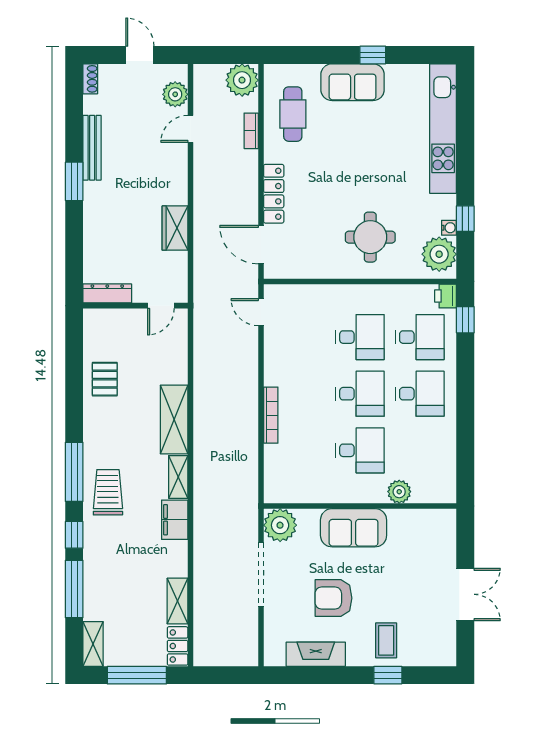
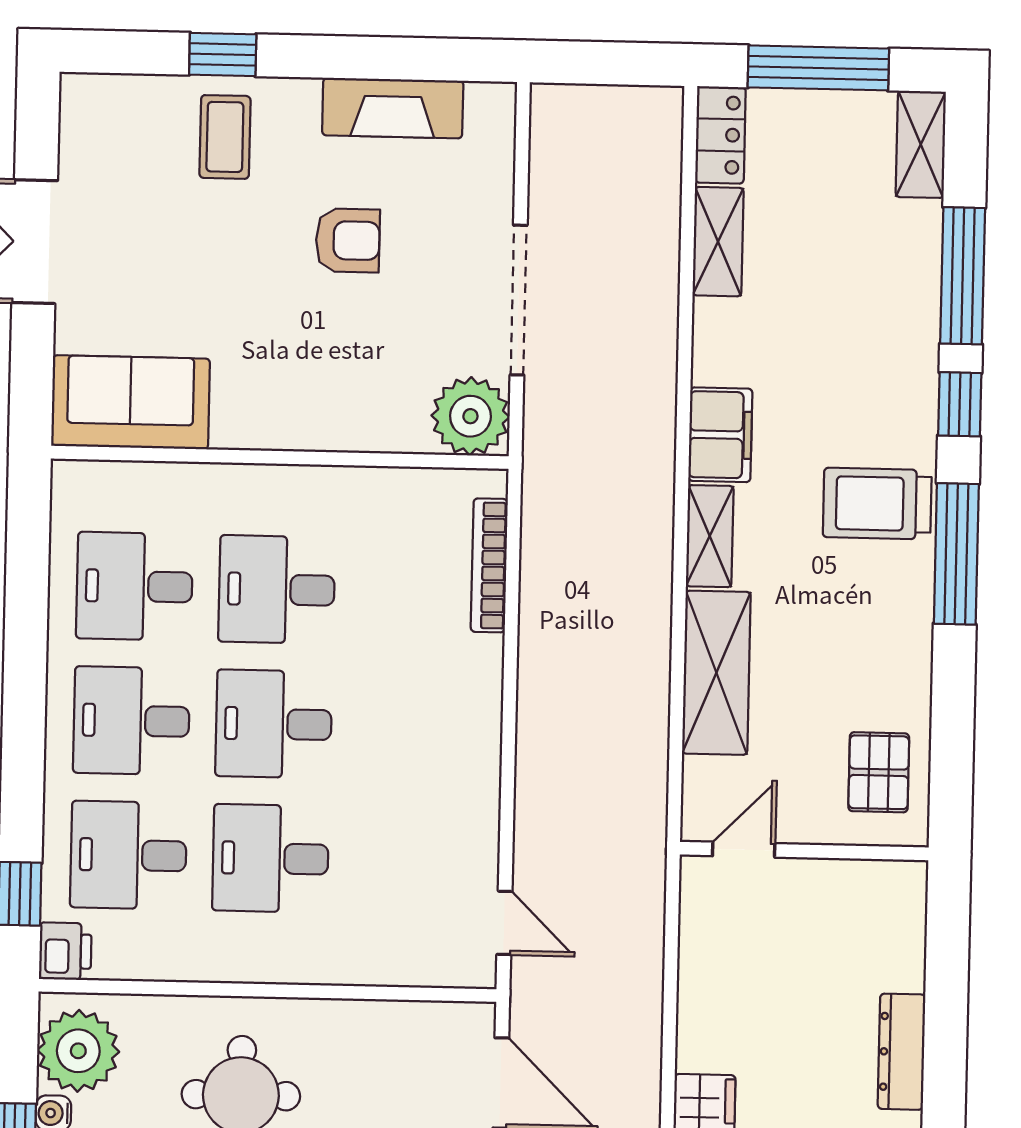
dresser: (107, 293) -> (902, 1052), moved, turned 90
wall: (135, 306) -> (804, 851), moved
door: (161, 306) -> (744, 850), moved
bookcase: (271, 415) -> (489, 565), moved
desk: (420, 450) -> (135, 586), added
trolley: (108, 492) -> (877, 504), turned 90
plant: (399, 492) -> (186, 489), removed
sofa: (354, 528) -> (130, 402), moved
armchair: (333, 598) -> (348, 240), width x0.72, depth x0.72

